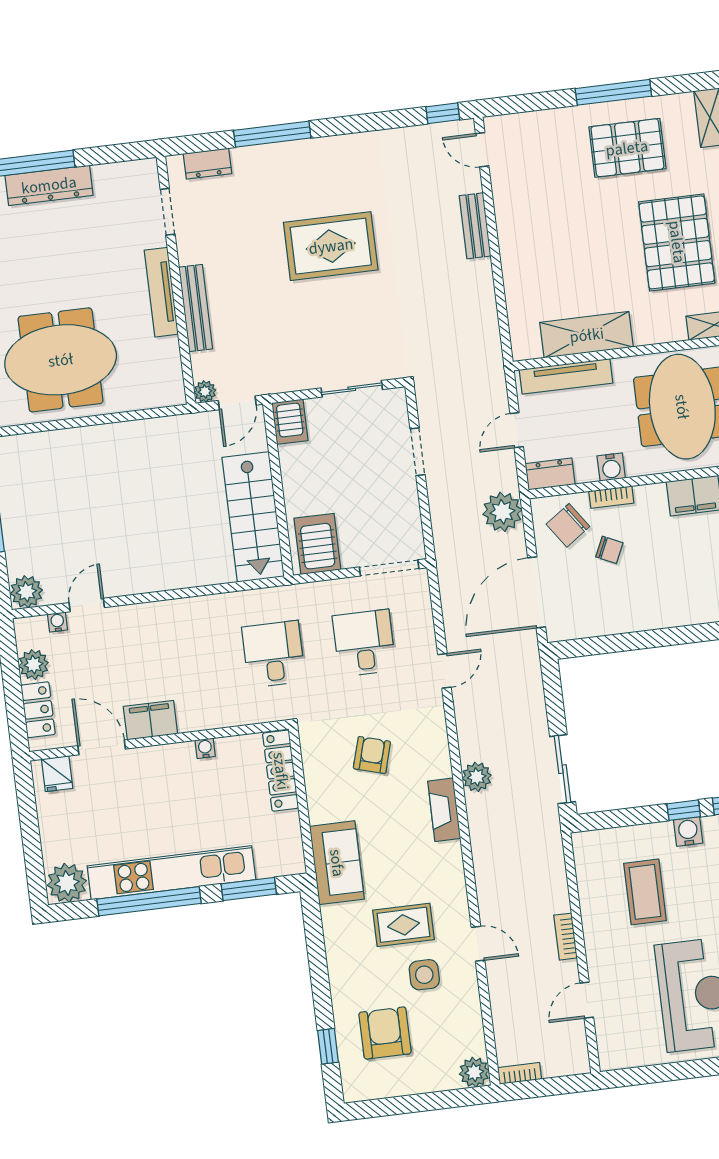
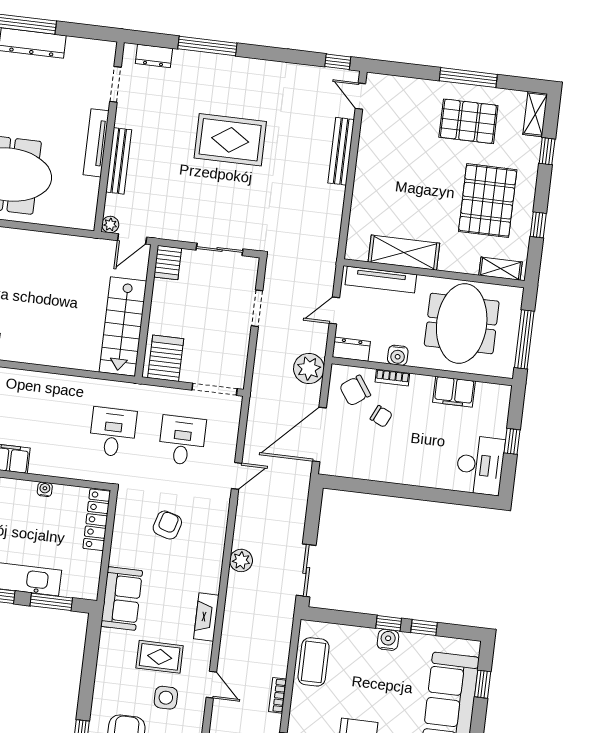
bench: (475, 226) -> (341, 151), width x1.36
fireplace: (444, 810) -> (206, 617), moved
coffee table: (645, 892) -> (314, 662), moved

